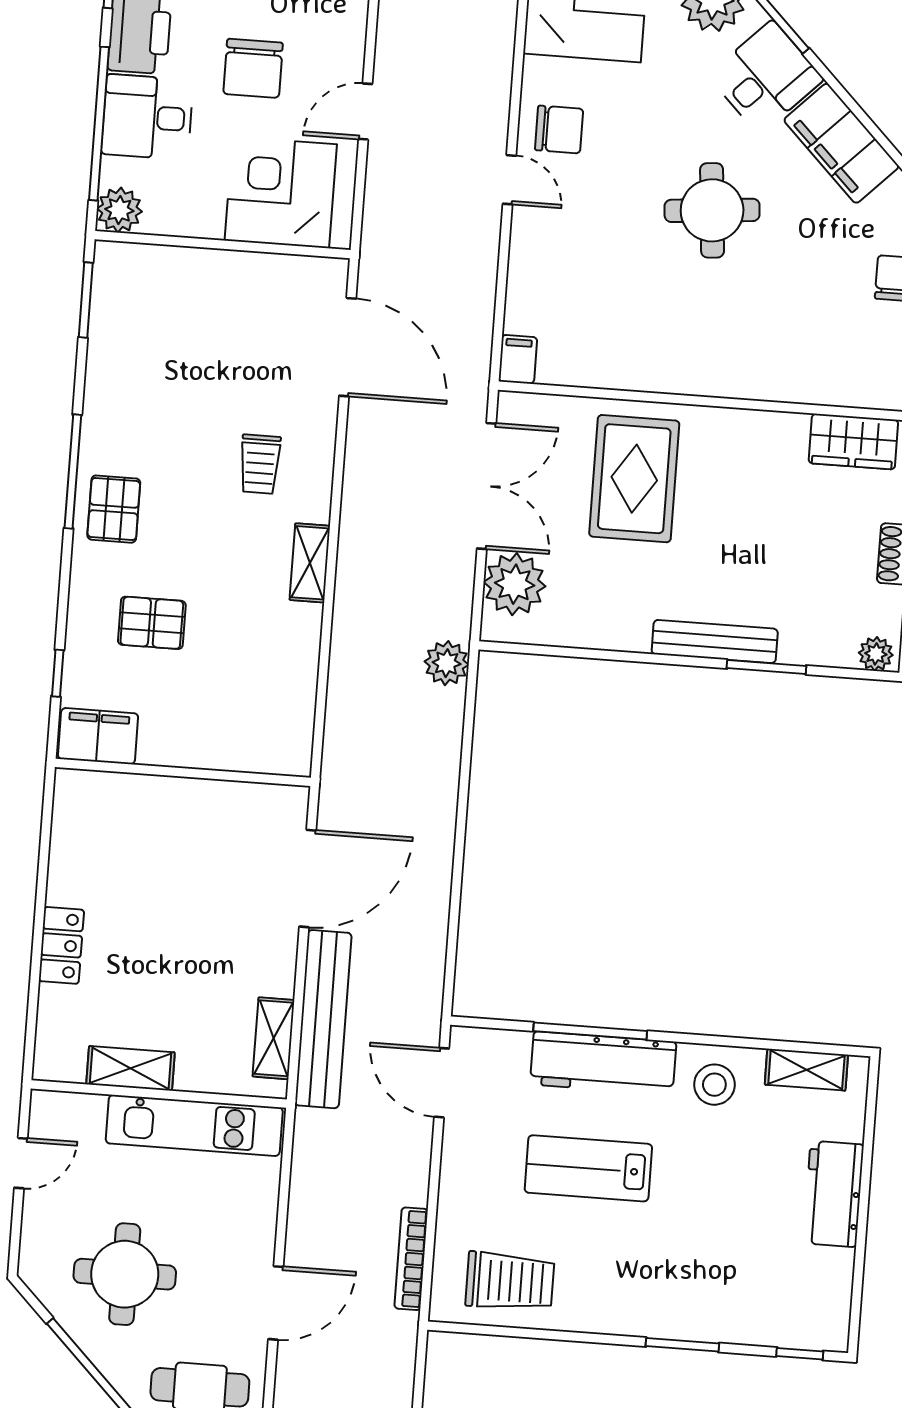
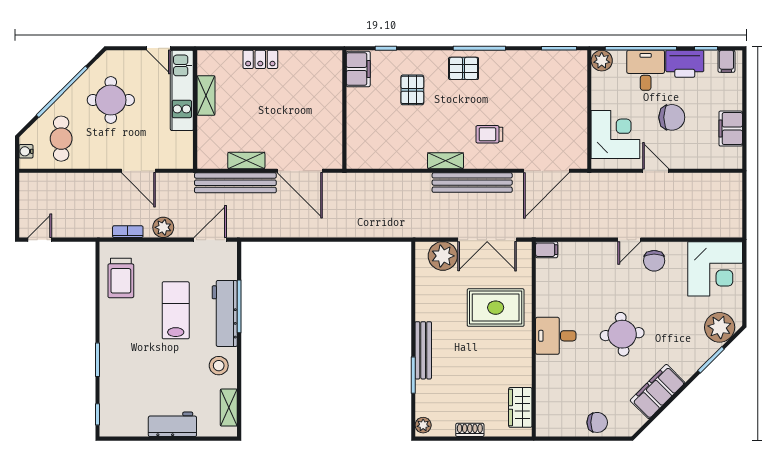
chair: (253, 68) -> (672, 117), turned 180
desk: (766, 77) -> (556, 336), moved, turned 135
bench: (361, 509) -> (472, 183), added
plant: (447, 663) -> (163, 227), moved
shelving: (273, 1038) -> (246, 160), moved
kitchen unit: (194, 1125) -> (182, 90), moved
bookcase: (411, 1259) -> (128, 232), width x0.64
door: (276, 1303) -> (138, 171), moved

